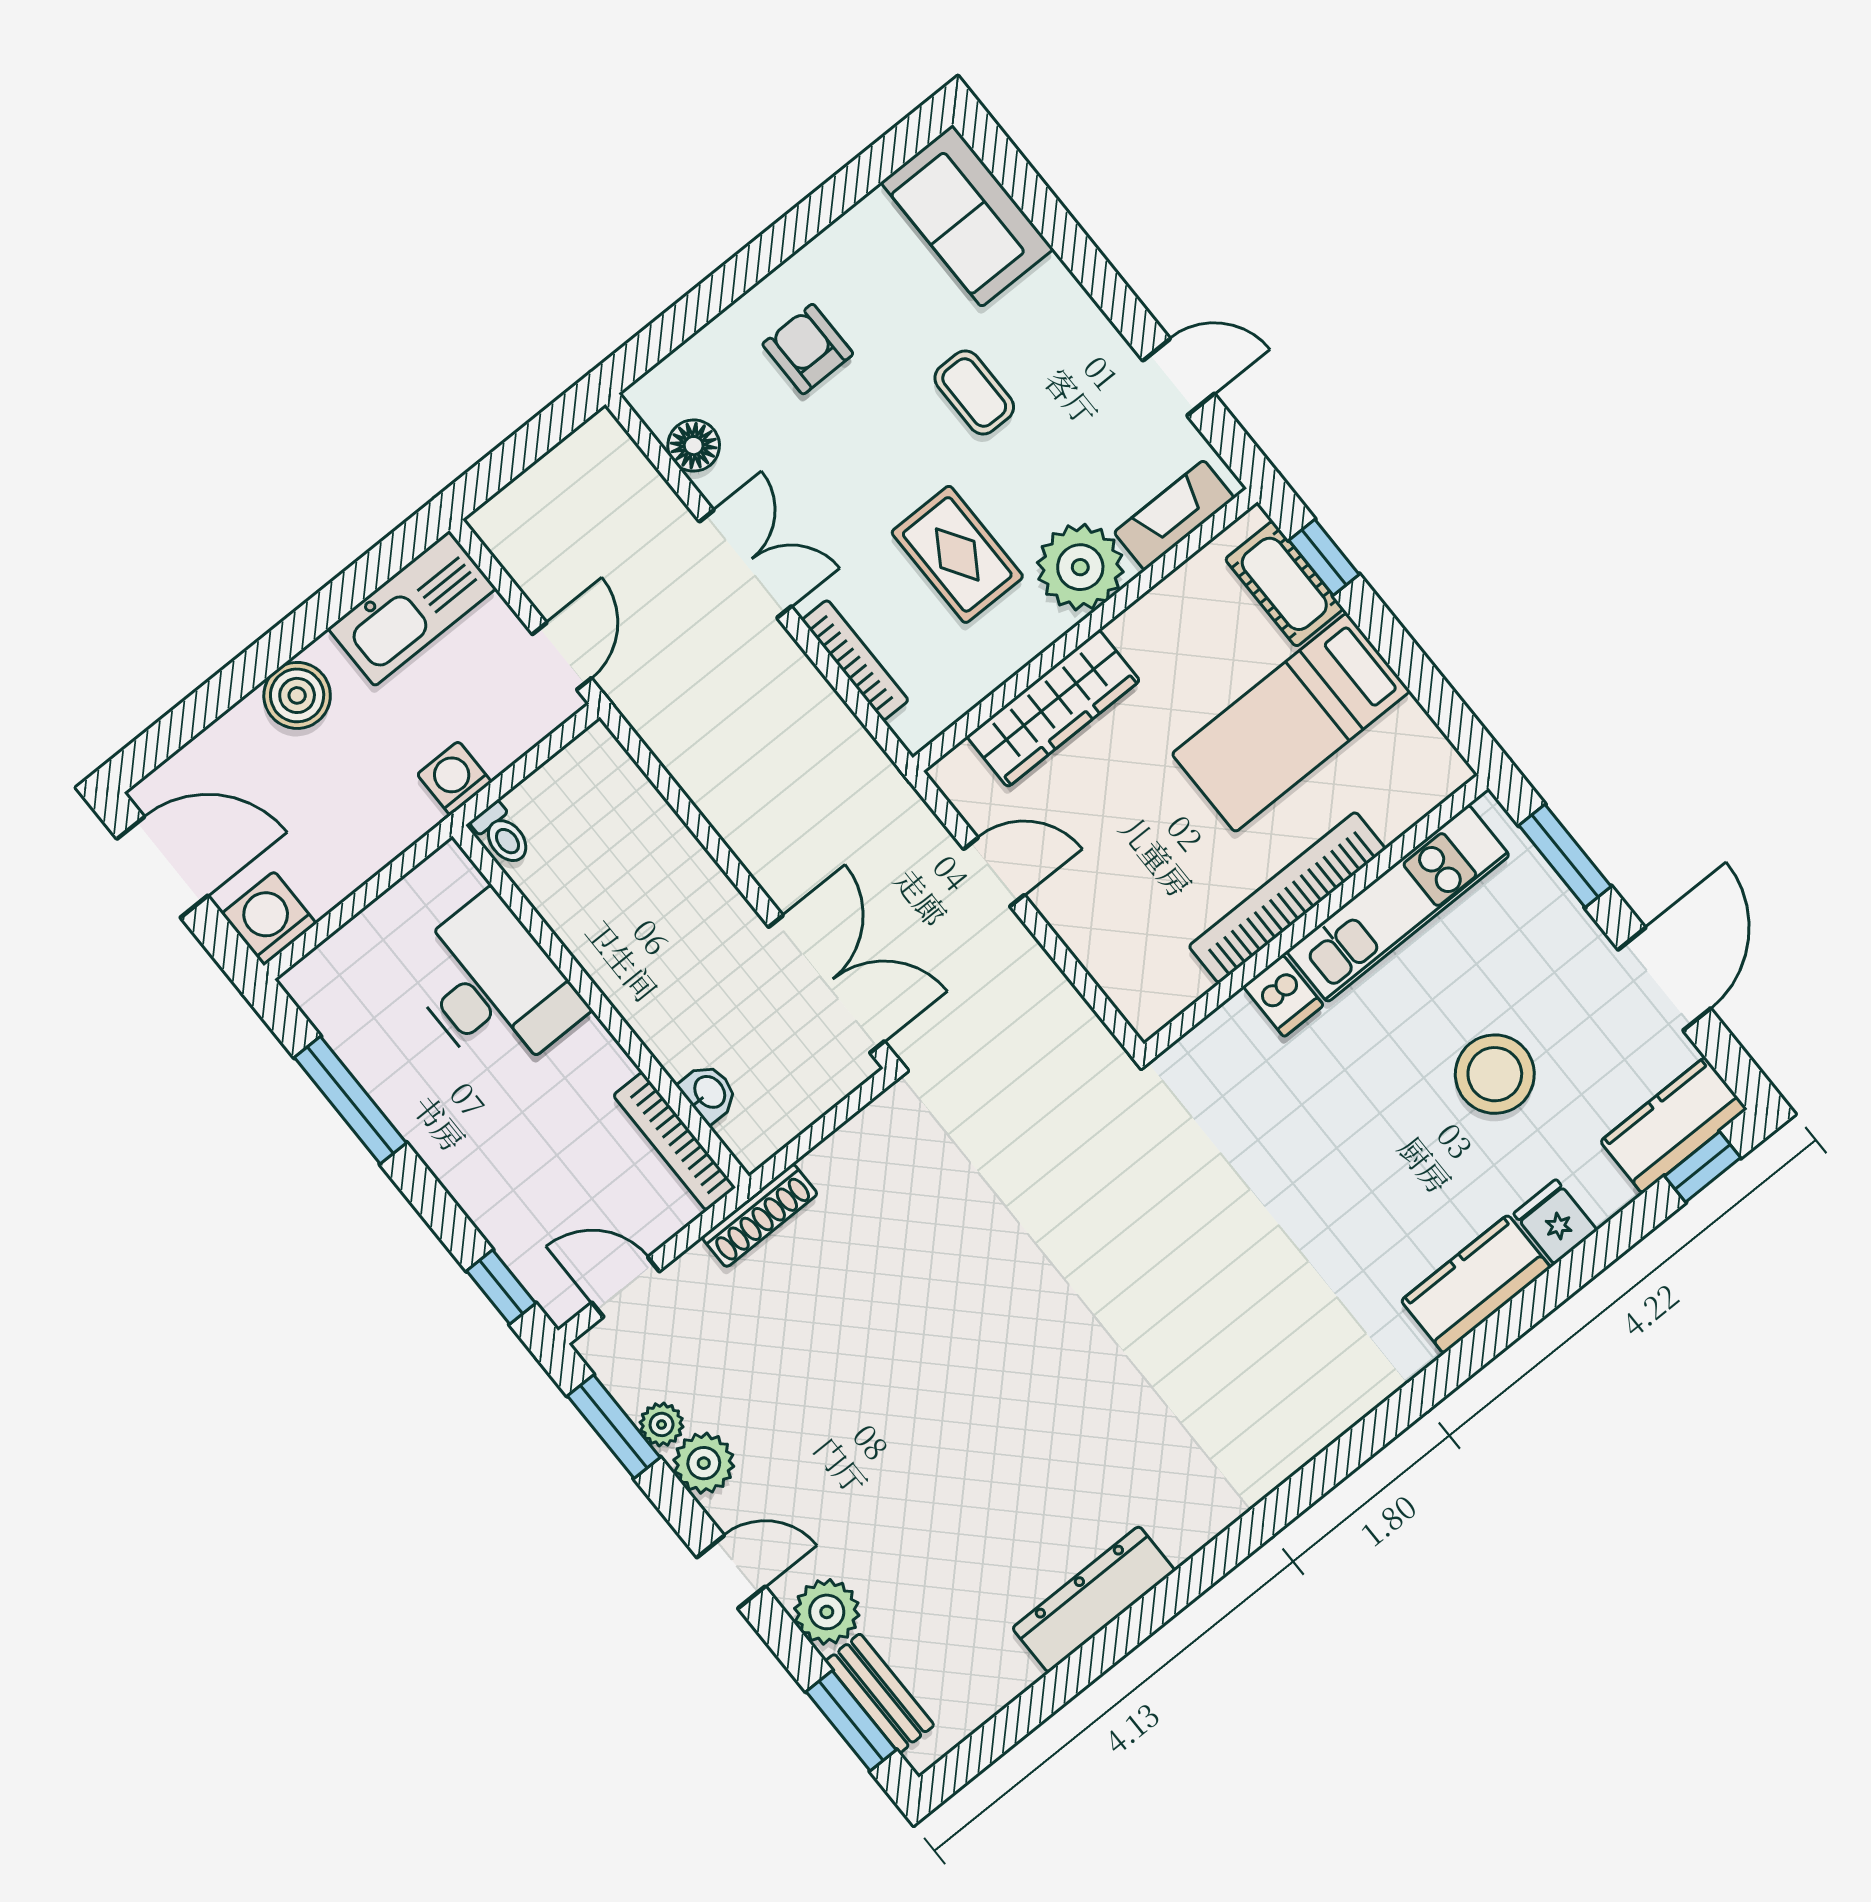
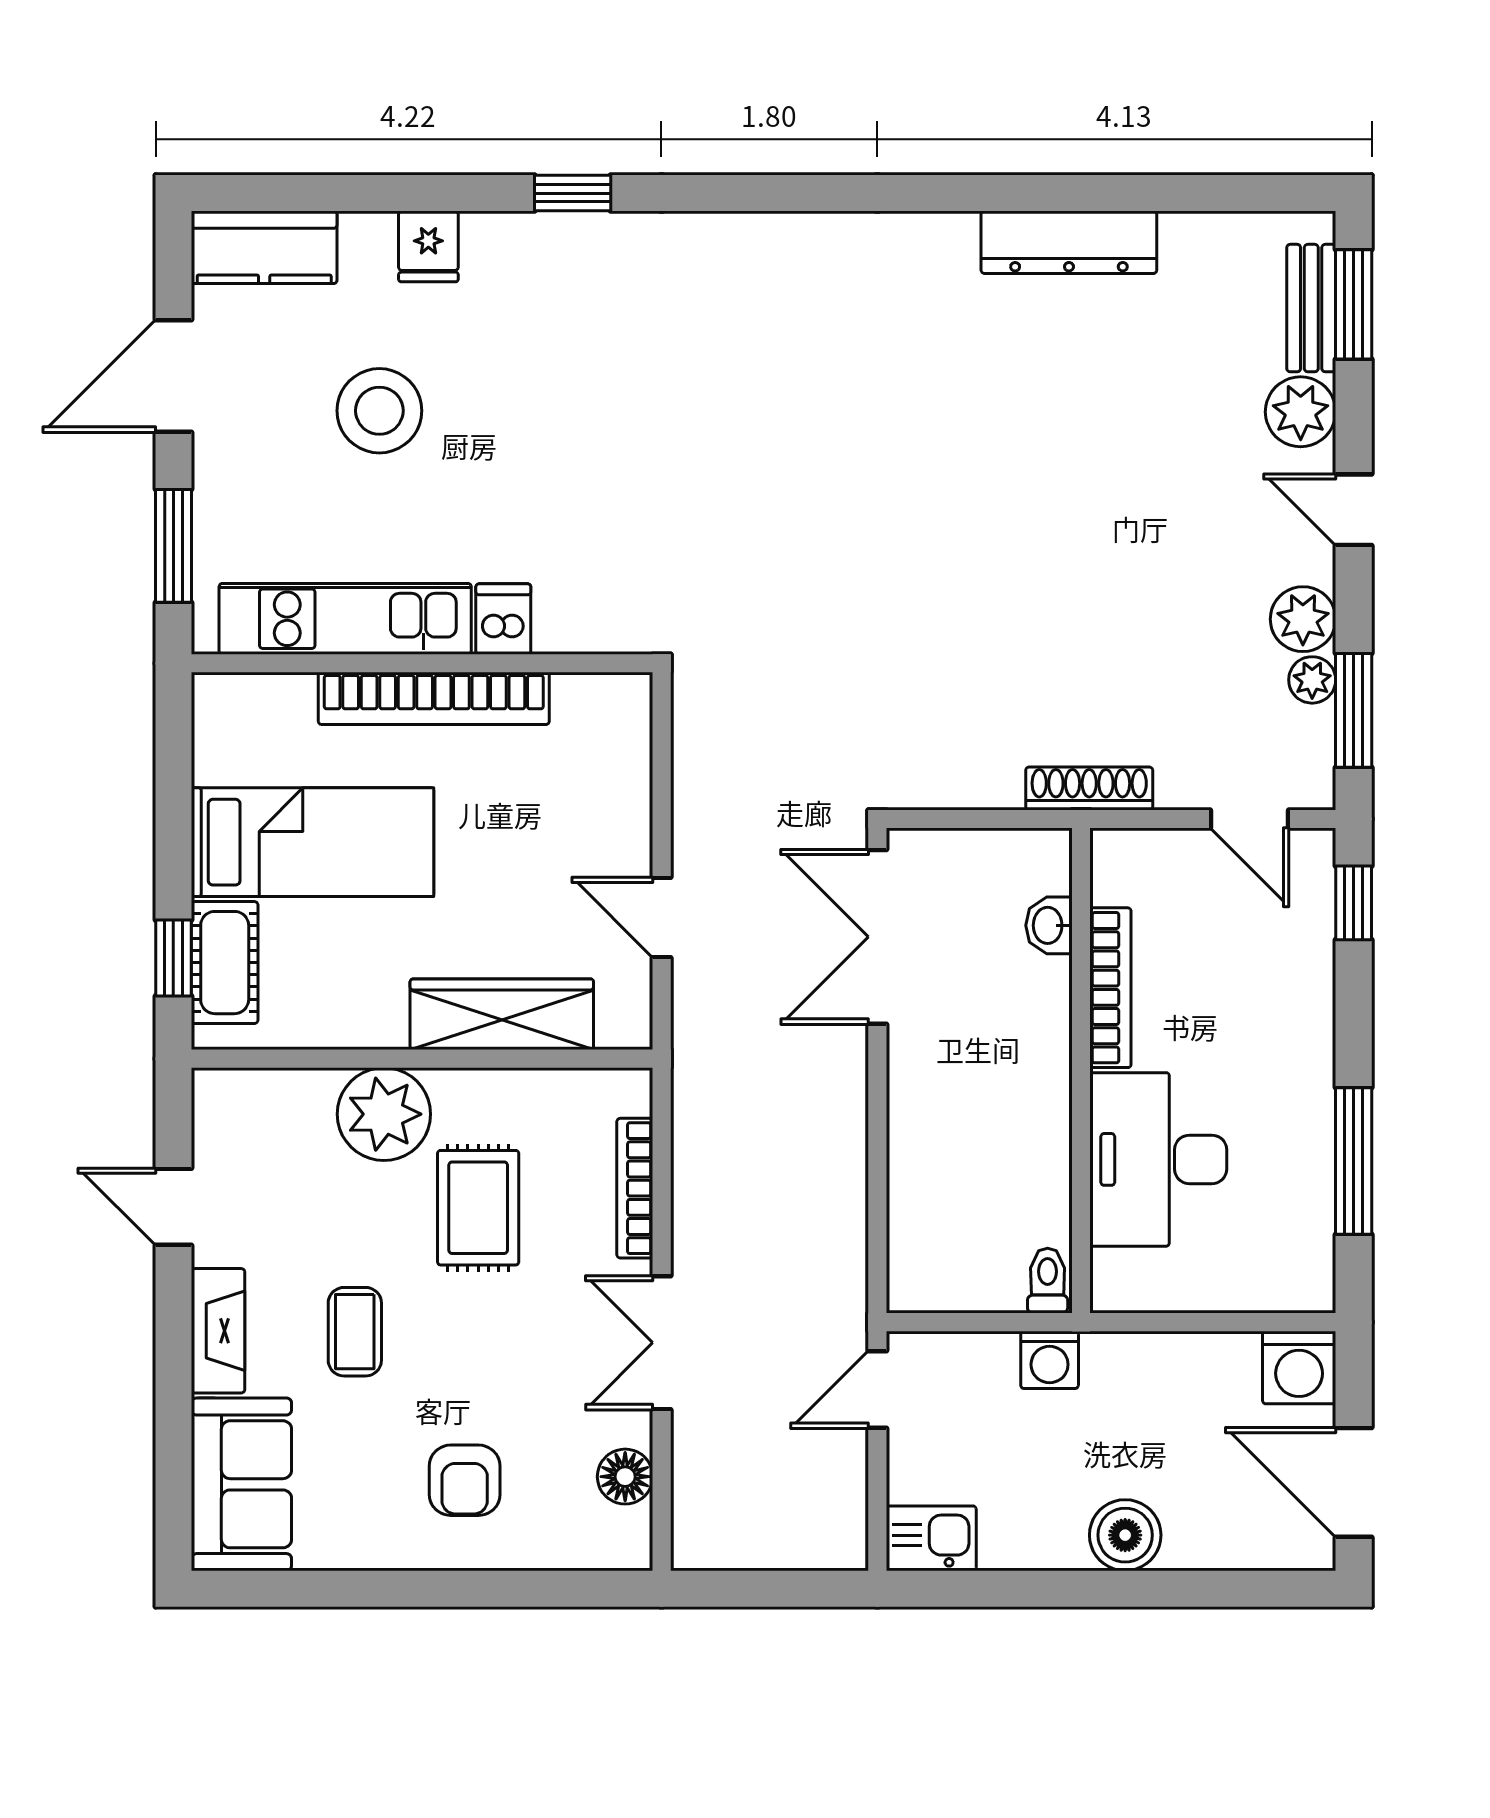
fireplace: (1174, 515) -> (218, 1331), moved, turned -90
kitchen sink: (412, 608) -> (931, 1538), width x0.53, depth x0.81
bookcase: (674, 1141) -> (1110, 988), moved
window: (1703, 1167) -> (573, 193), moved
kitchen counter: (1476, 1284) -> (537, 248), removed

